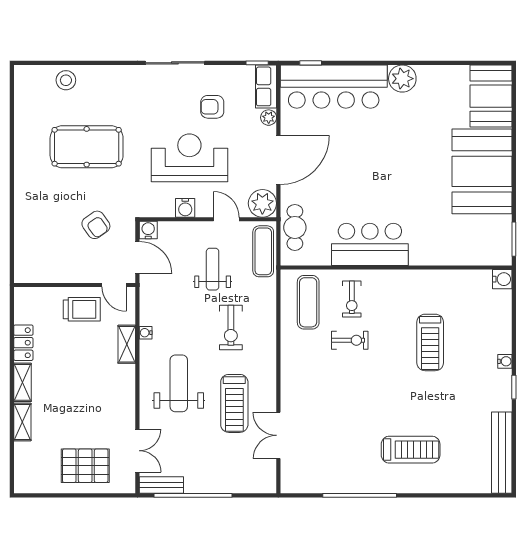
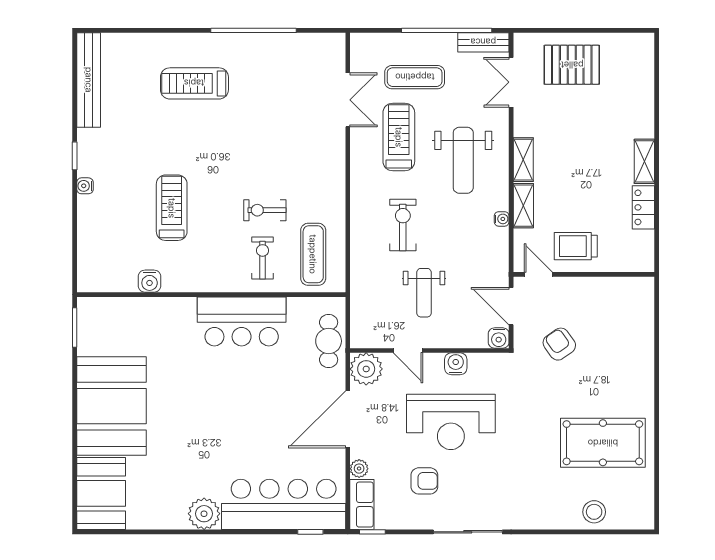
pool table: (87, 147) -> (603, 443), moved
exercise mat: (263, 251) -> (415, 77), moved, turned 90
water cooler: (502, 279) -> (150, 281), moved, turned -90
shelving: (22, 422) -> (523, 160), moved

